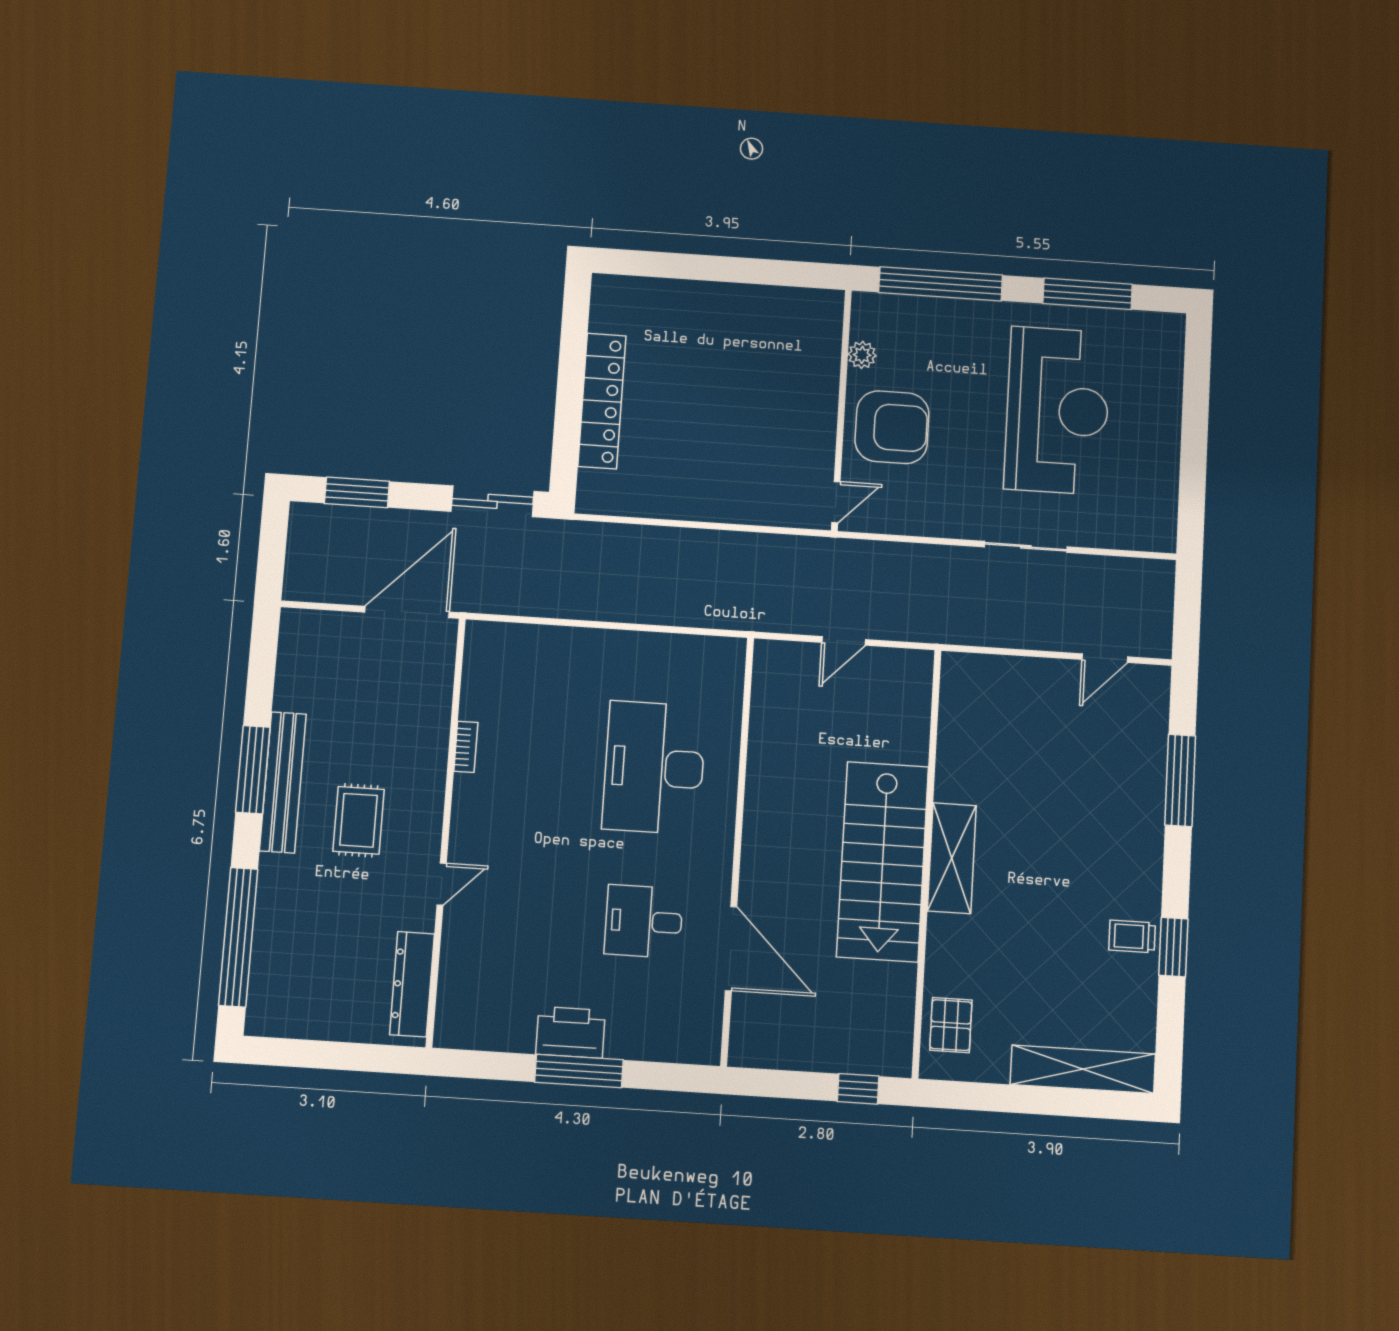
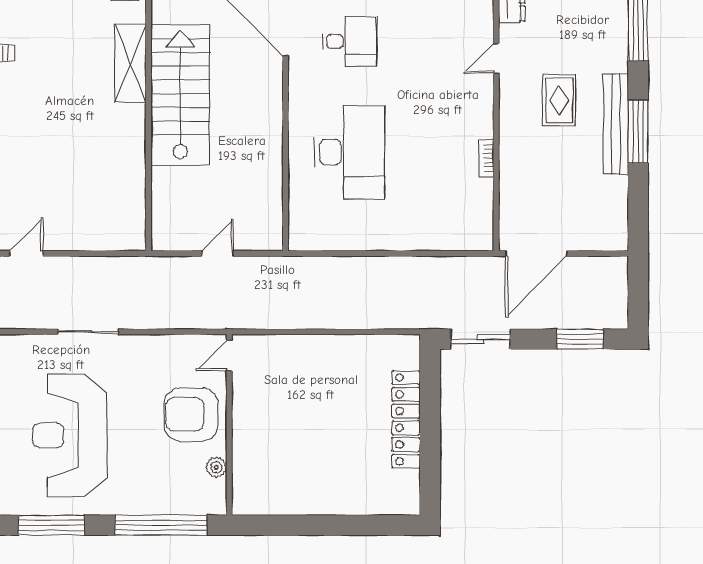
shelving: (952, 858) -> (130, 63), moved

